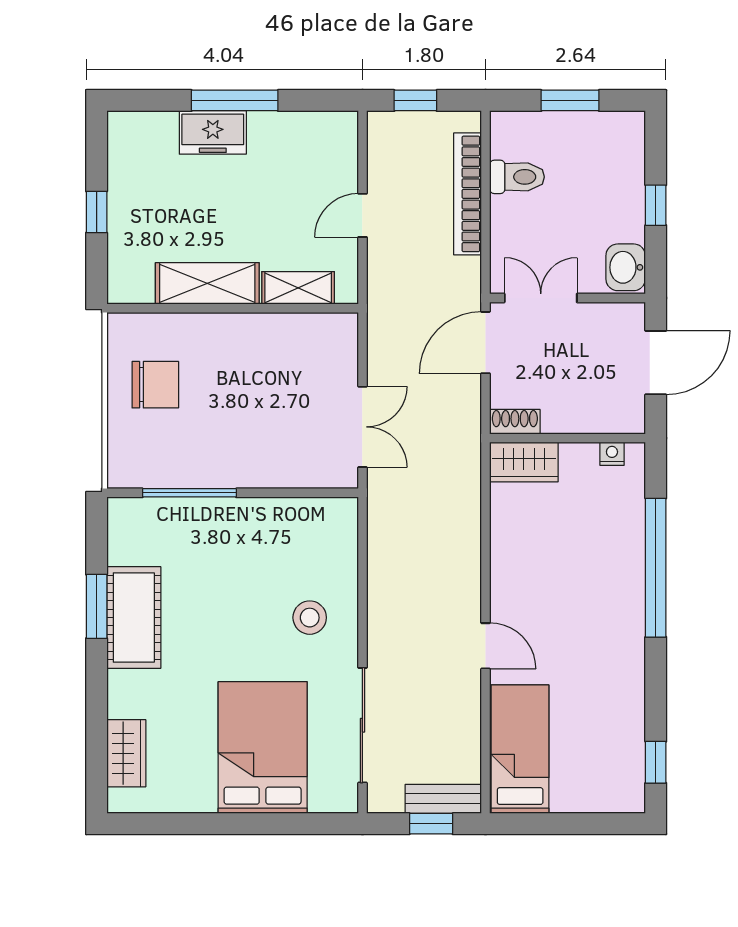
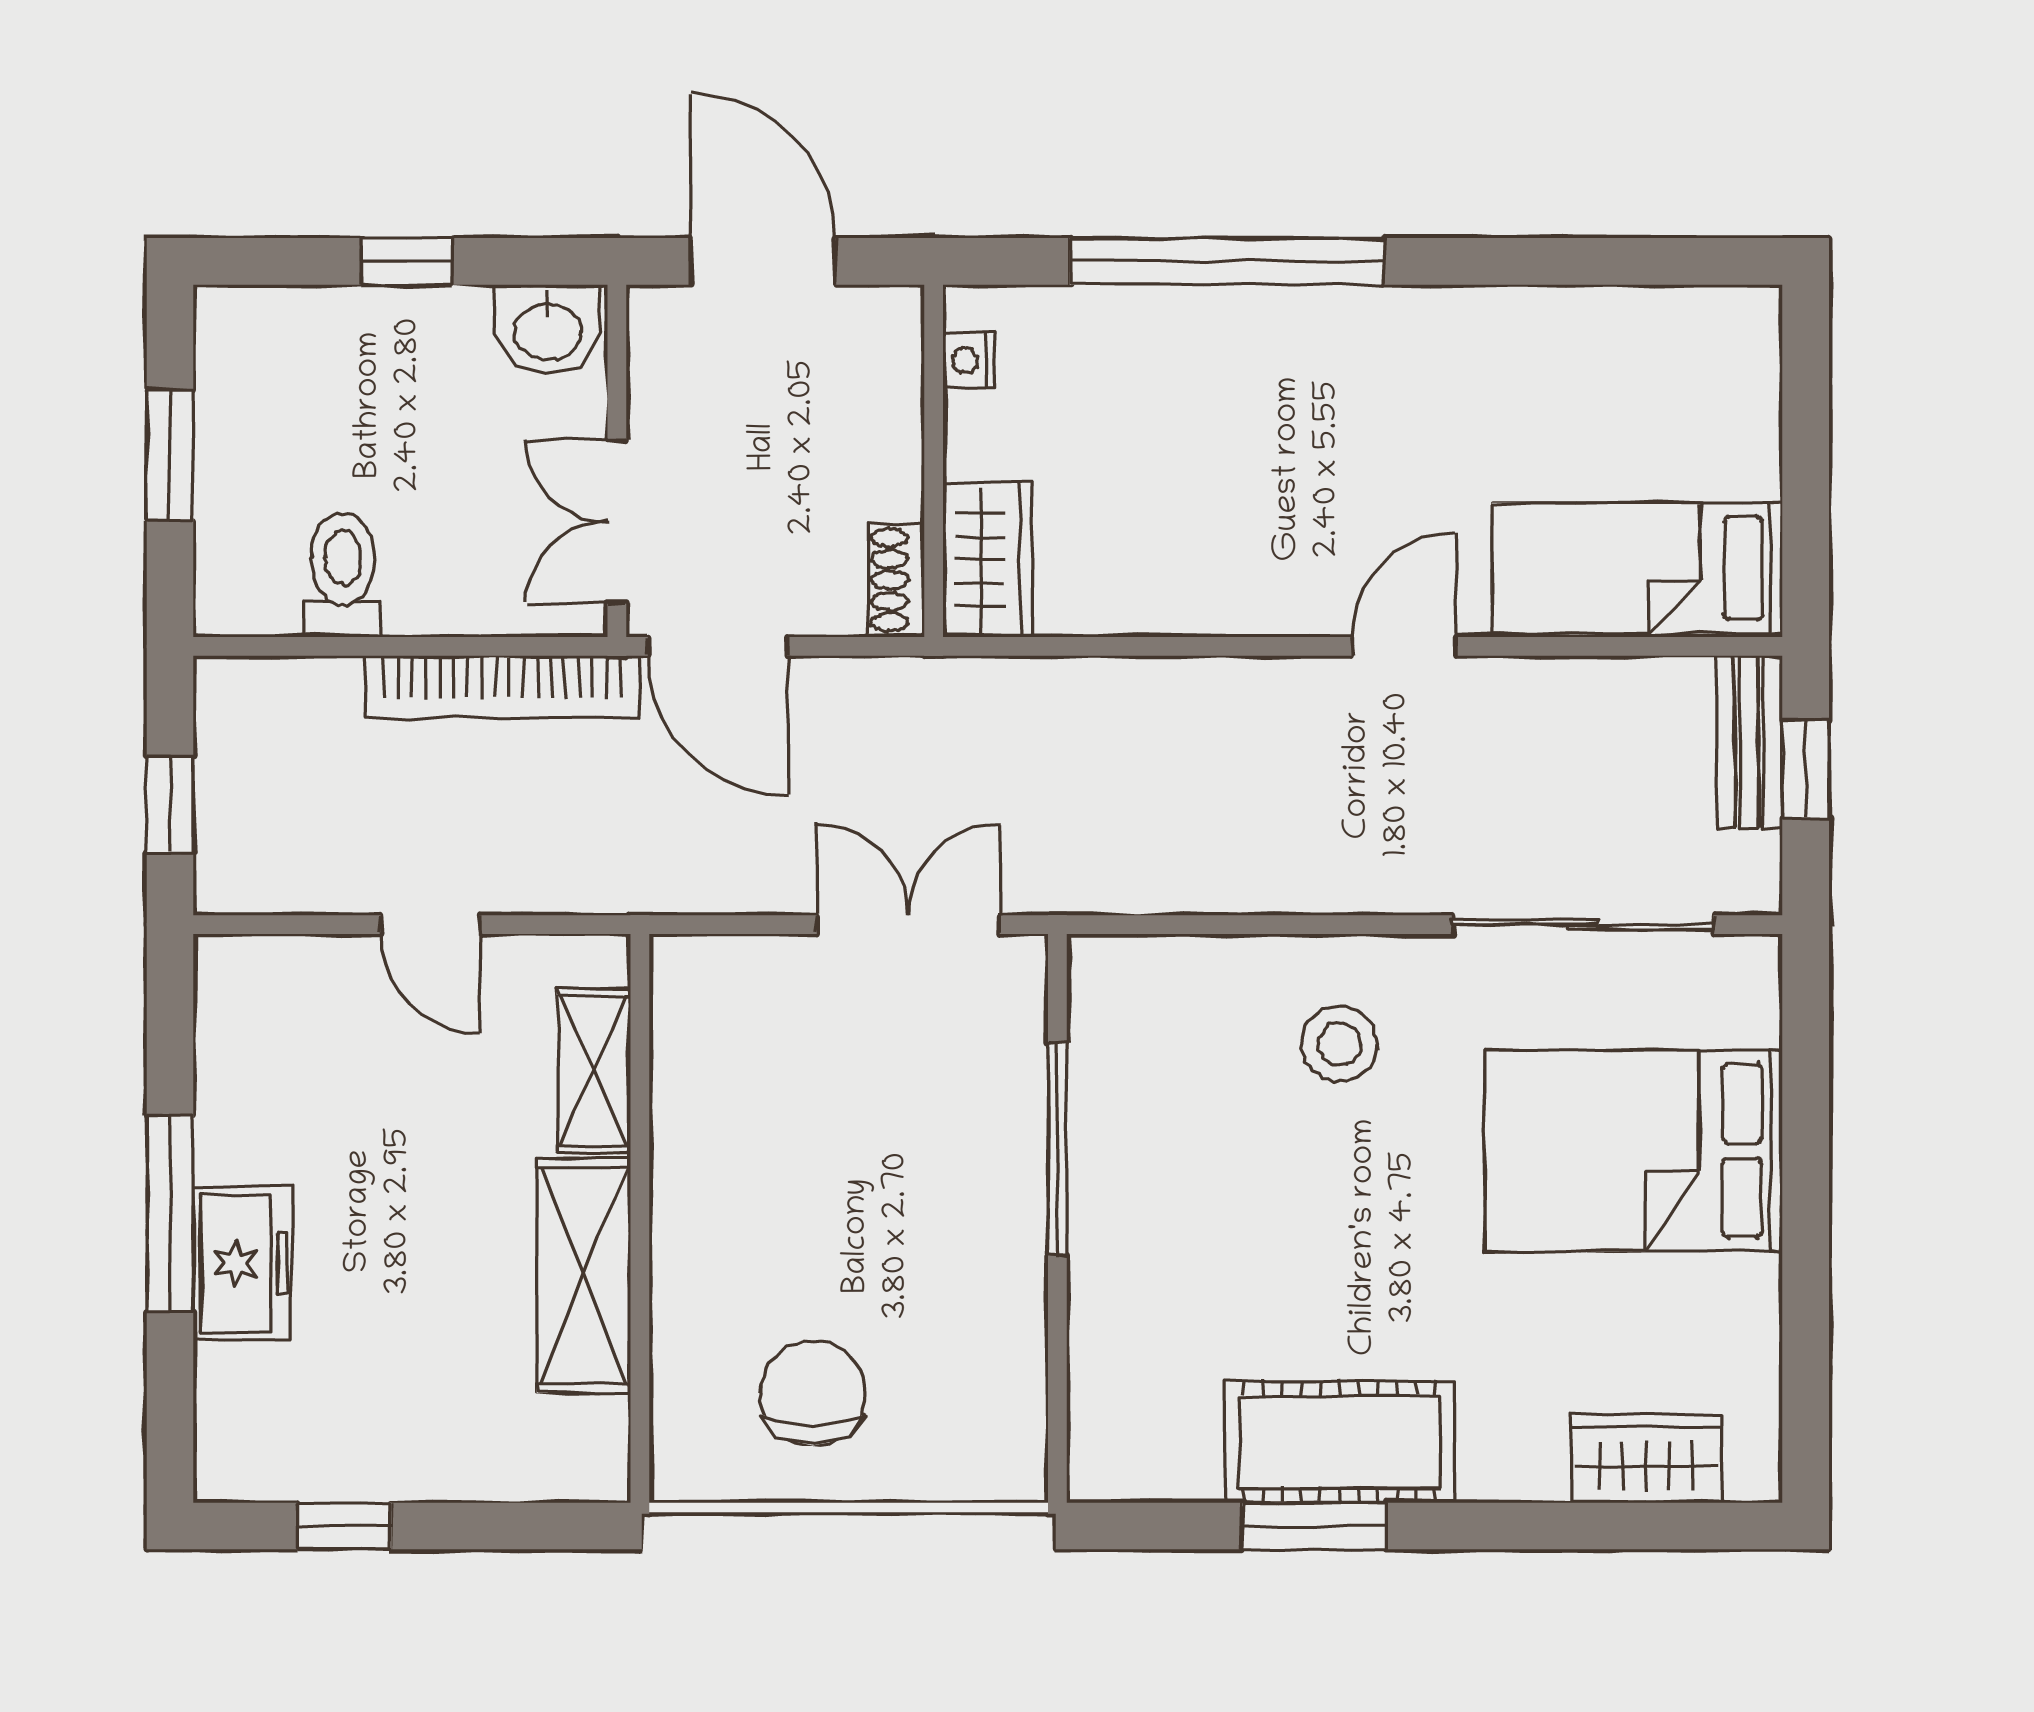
bookcase: (468, 194) -> (502, 687), moved
window: (97, 212) -> (344, 1526), moved
window: (189, 493) -> (1057, 1149), moved
window: (656, 762) -> (1667, 261), removed

